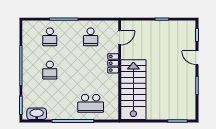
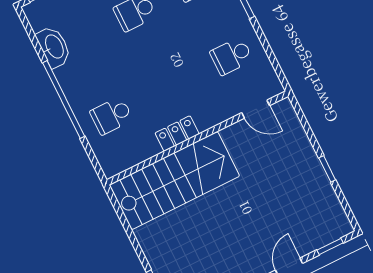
locker: (113, 63) -> (177, 134), moved
school desk: (91, 103) -> (111, 116), width x0.54
washbasin: (37, 114) -> (54, 47), moved

